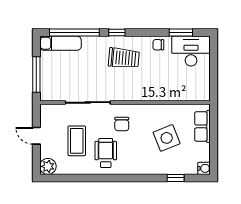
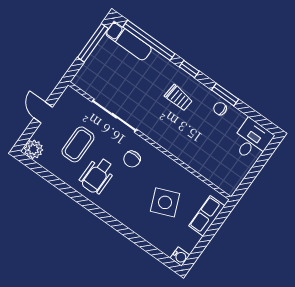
window: (181, 32) -> (225, 95), moved
desk: (191, 51) -> (252, 140), width x0.73
trolley: (124, 58) -> (178, 98), width x0.73, depth x0.72
window: (36, 75) -> (93, 43), moved
wheelchair: (106, 153) -> (97, 175), turned 180
window: (176, 178) -> (146, 246), removed

